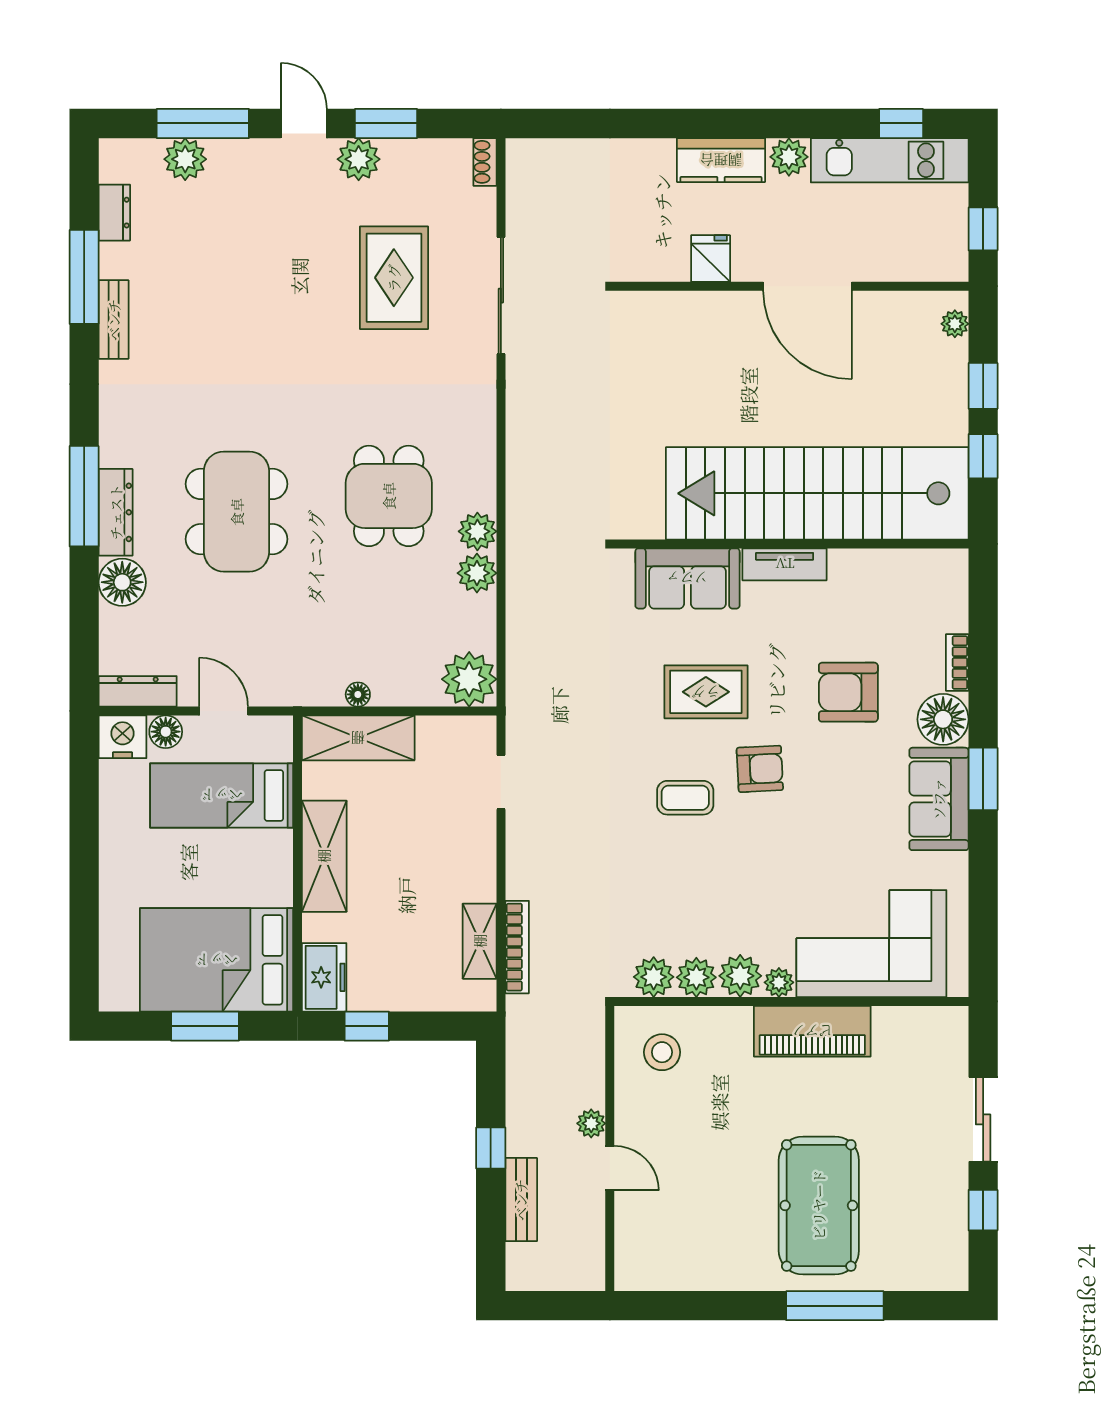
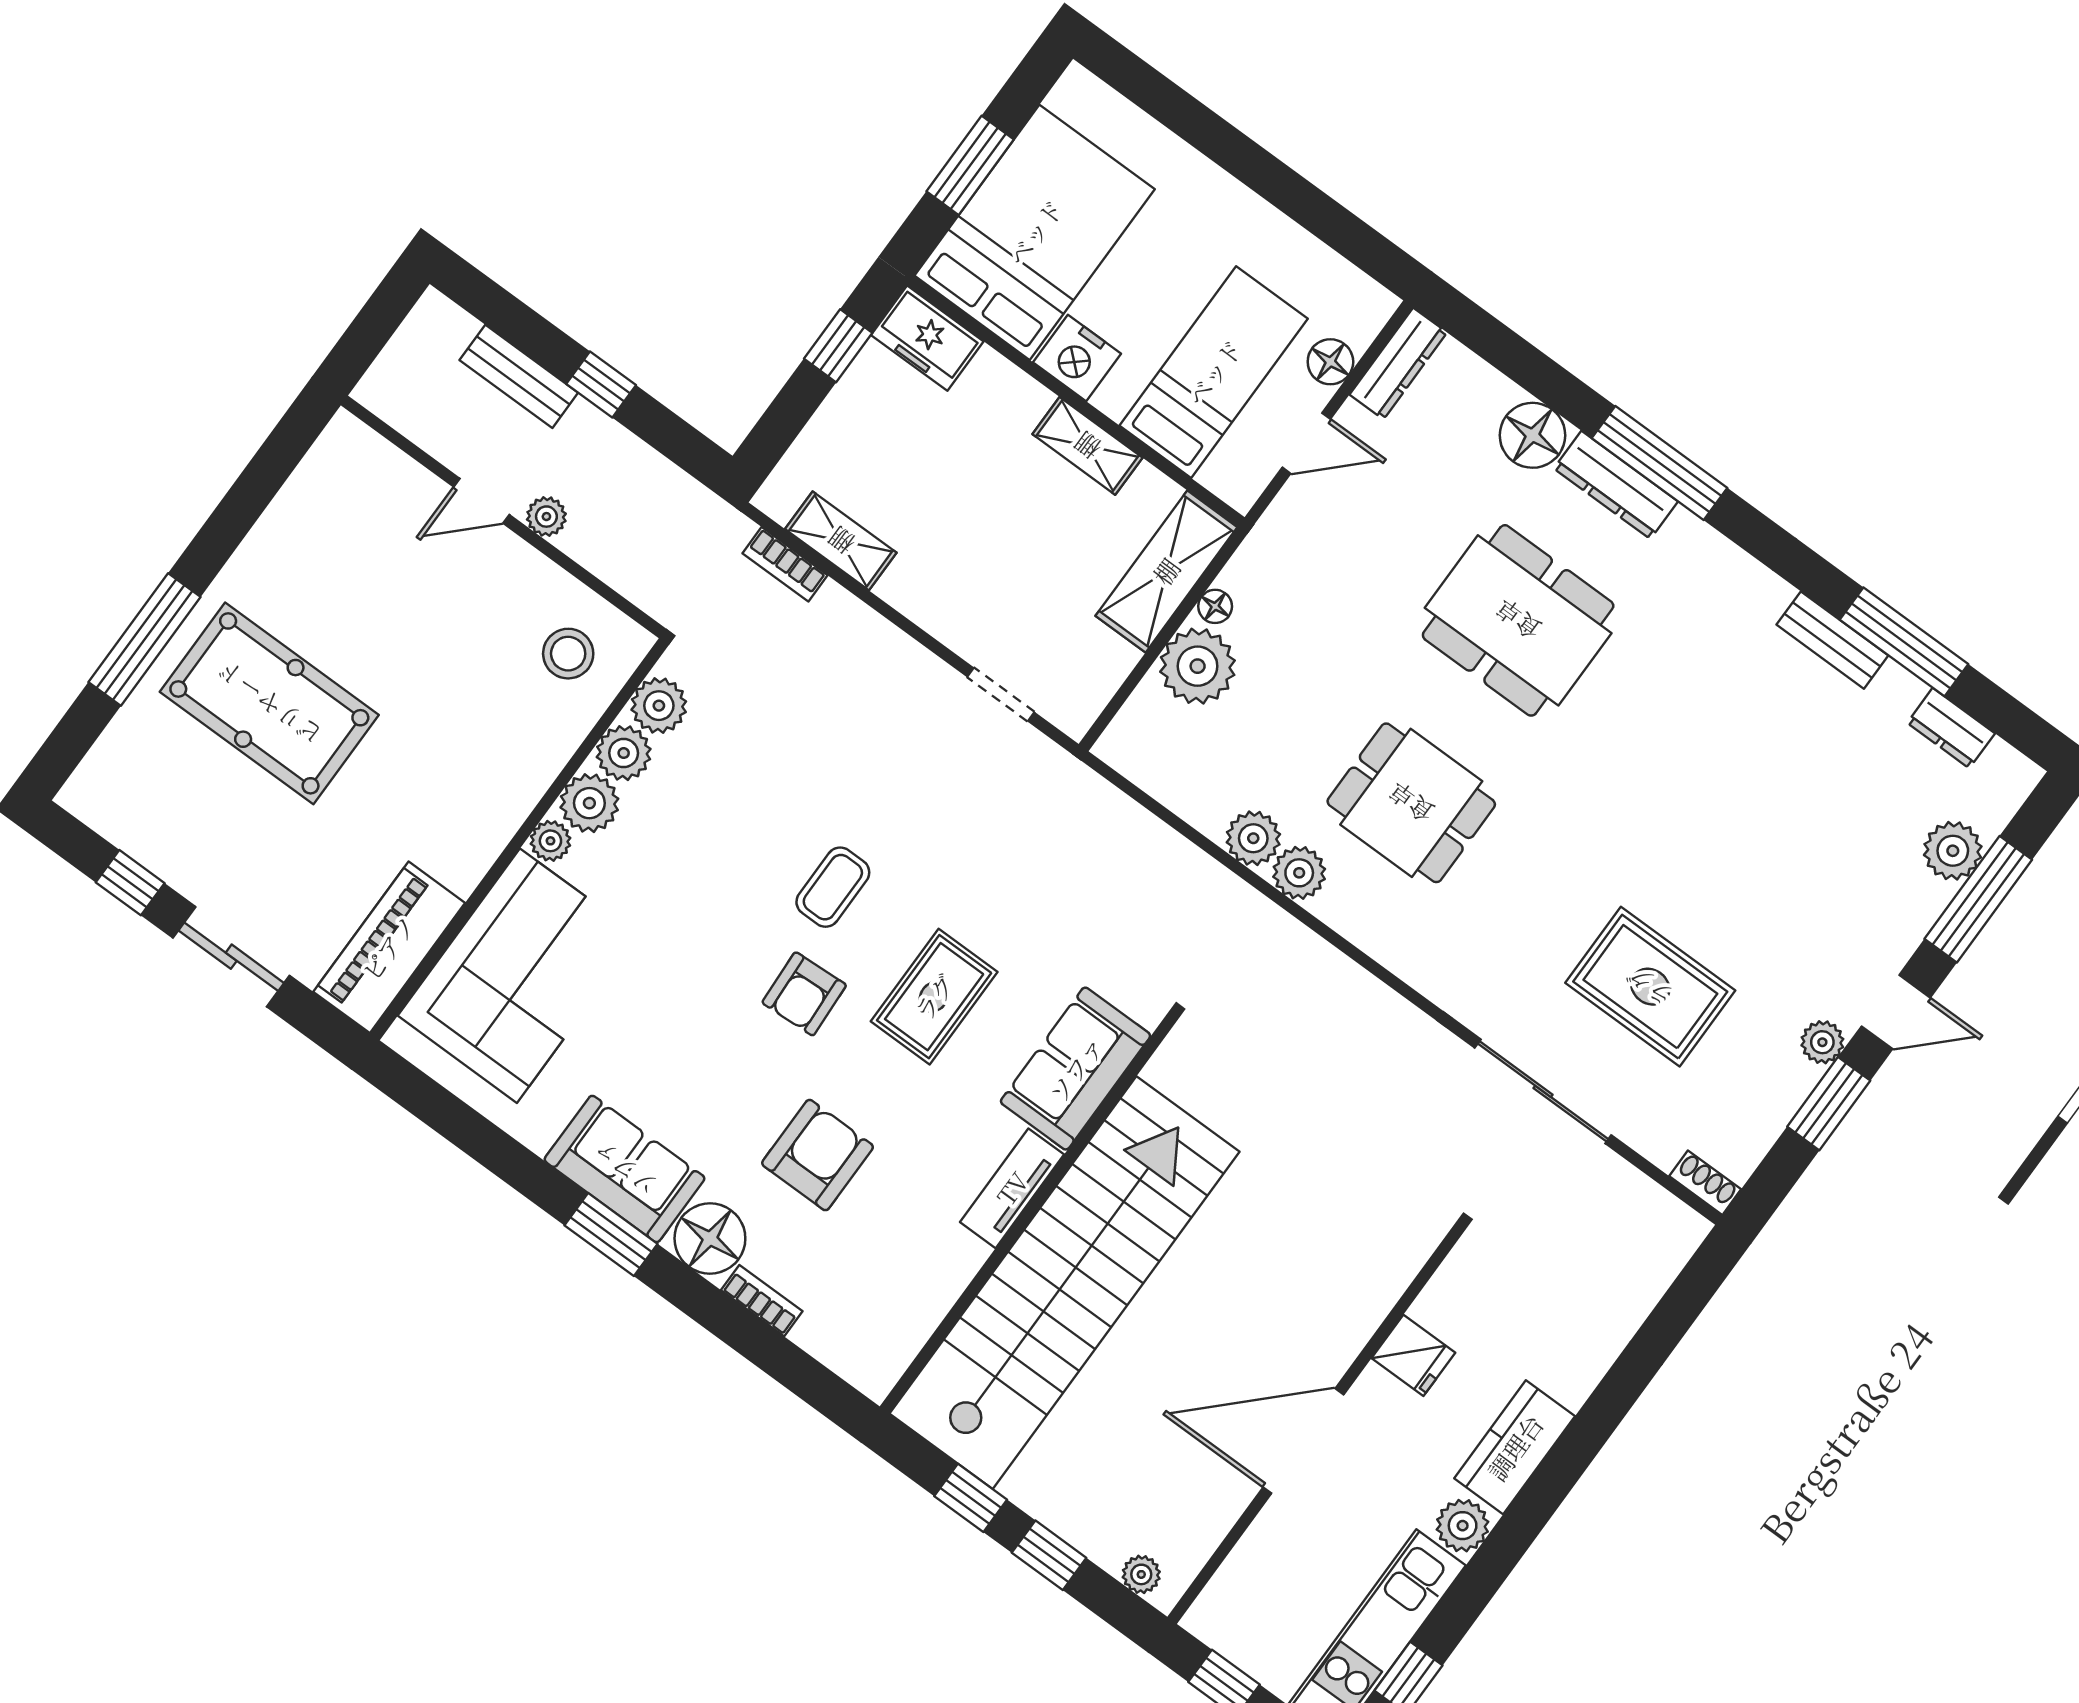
plant: (359, 159) -> (1822, 1042), width x0.73, depth x0.73
plant: (469, 679) -> (1198, 666), moved
nightstand: (123, 737) -> (1077, 358), moved, turned 90
shelving: (324, 856) -> (1087, 446), width x0.67, depth x0.75
bookcase: (517, 947) -> (785, 564), width x0.64
piano: (812, 1031) -> (389, 947), moved

